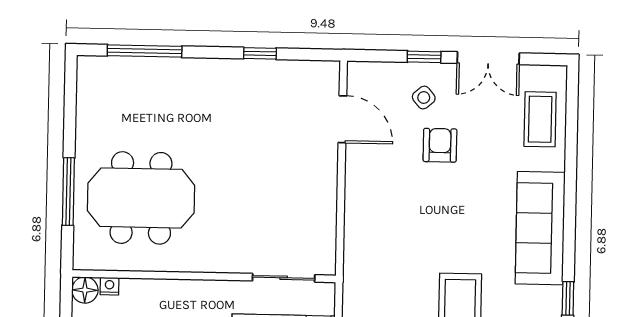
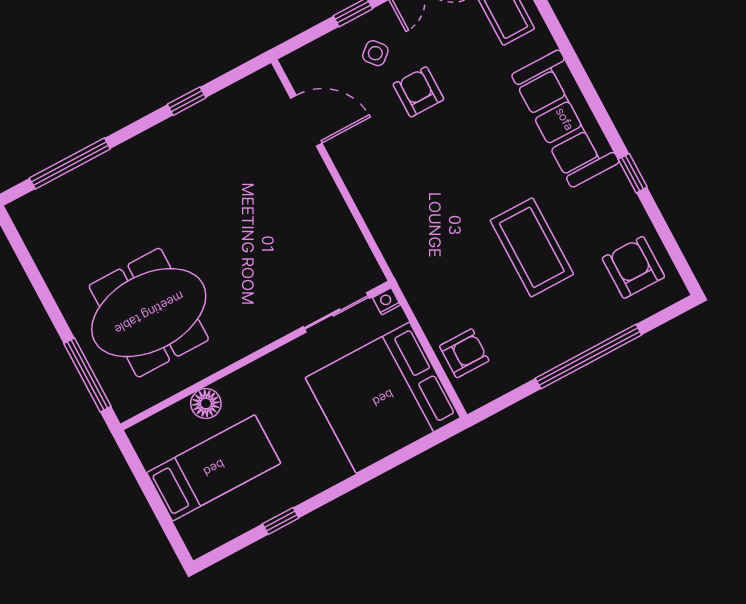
window: (68, 192) -> (87, 375), moved
nightstand: (110, 286) -> (386, 301), moved
floor lamp: (85, 290) -> (206, 403), moved

